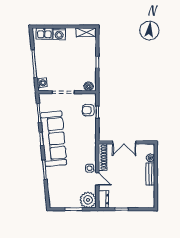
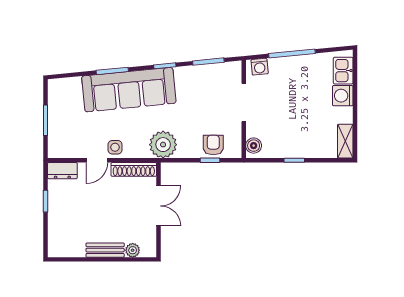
sofa: (53, 139) -> (129, 90), moved
double door: (124, 142) -> (159, 206), swing flipped
plant: (88, 200) -> (163, 145), moved

